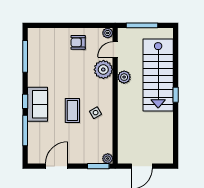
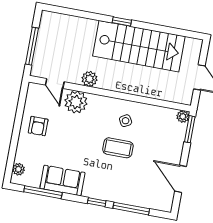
plant: (108, 33) -> (18, 169), moved
stairs: (158, 75) -> (139, 46), moved
sofa: (37, 104) -> (62, 181), moved

